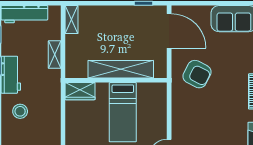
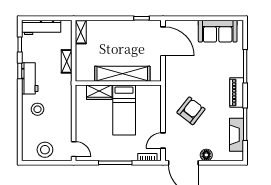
armchair: (197, 74) -> (191, 111), moved, turned -79
wardrobe: (80, 91) -> (99, 92), moved

